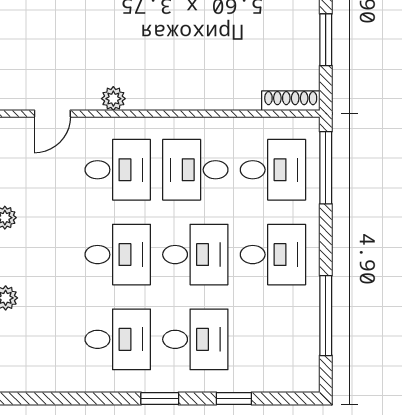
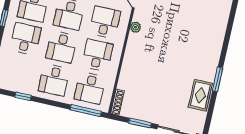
desk: (118, 170) -> (105, 22), turned 180
window: (326, 316) -> (23, 96), width x0.46
desk: (195, 339) -> (25, 39), turned 180

